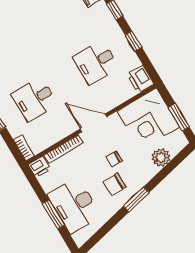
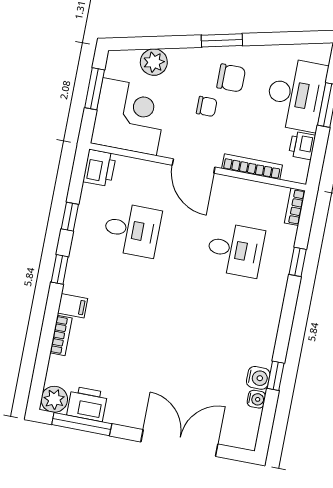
printer: (39, 167) -> (302, 145), moved, turned -90

